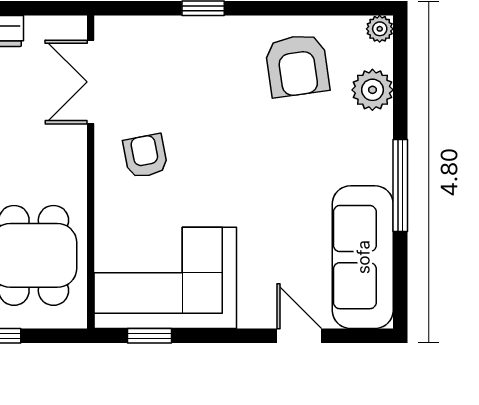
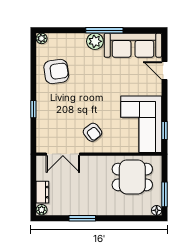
plant: (372, 90) -> (95, 41), moved
armchair: (145, 156) -> (93, 132), turned -117
door: (299, 336) -> (164, 71), hinge flipped

